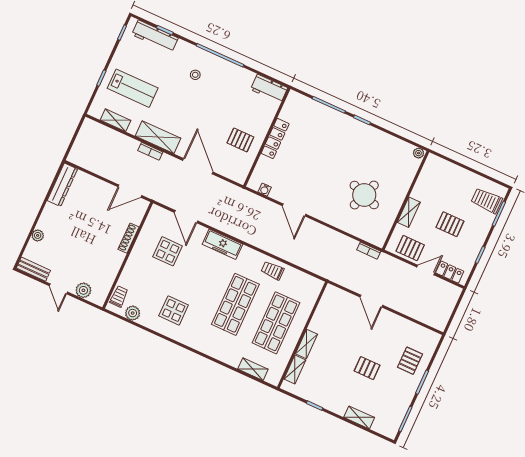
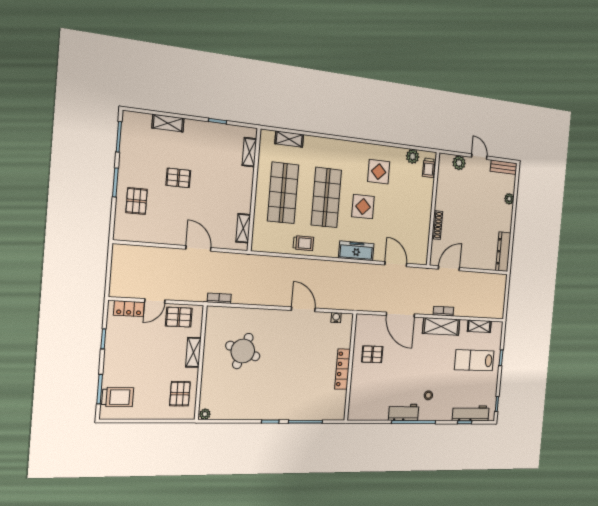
workbench: (269, 89) -> (404, 412), moved
pallet: (450, 224) -> (180, 394), moved, turned 90
display table: (168, 251) -> (363, 207), moved
shelving: (307, 344) -> (243, 228), moved

